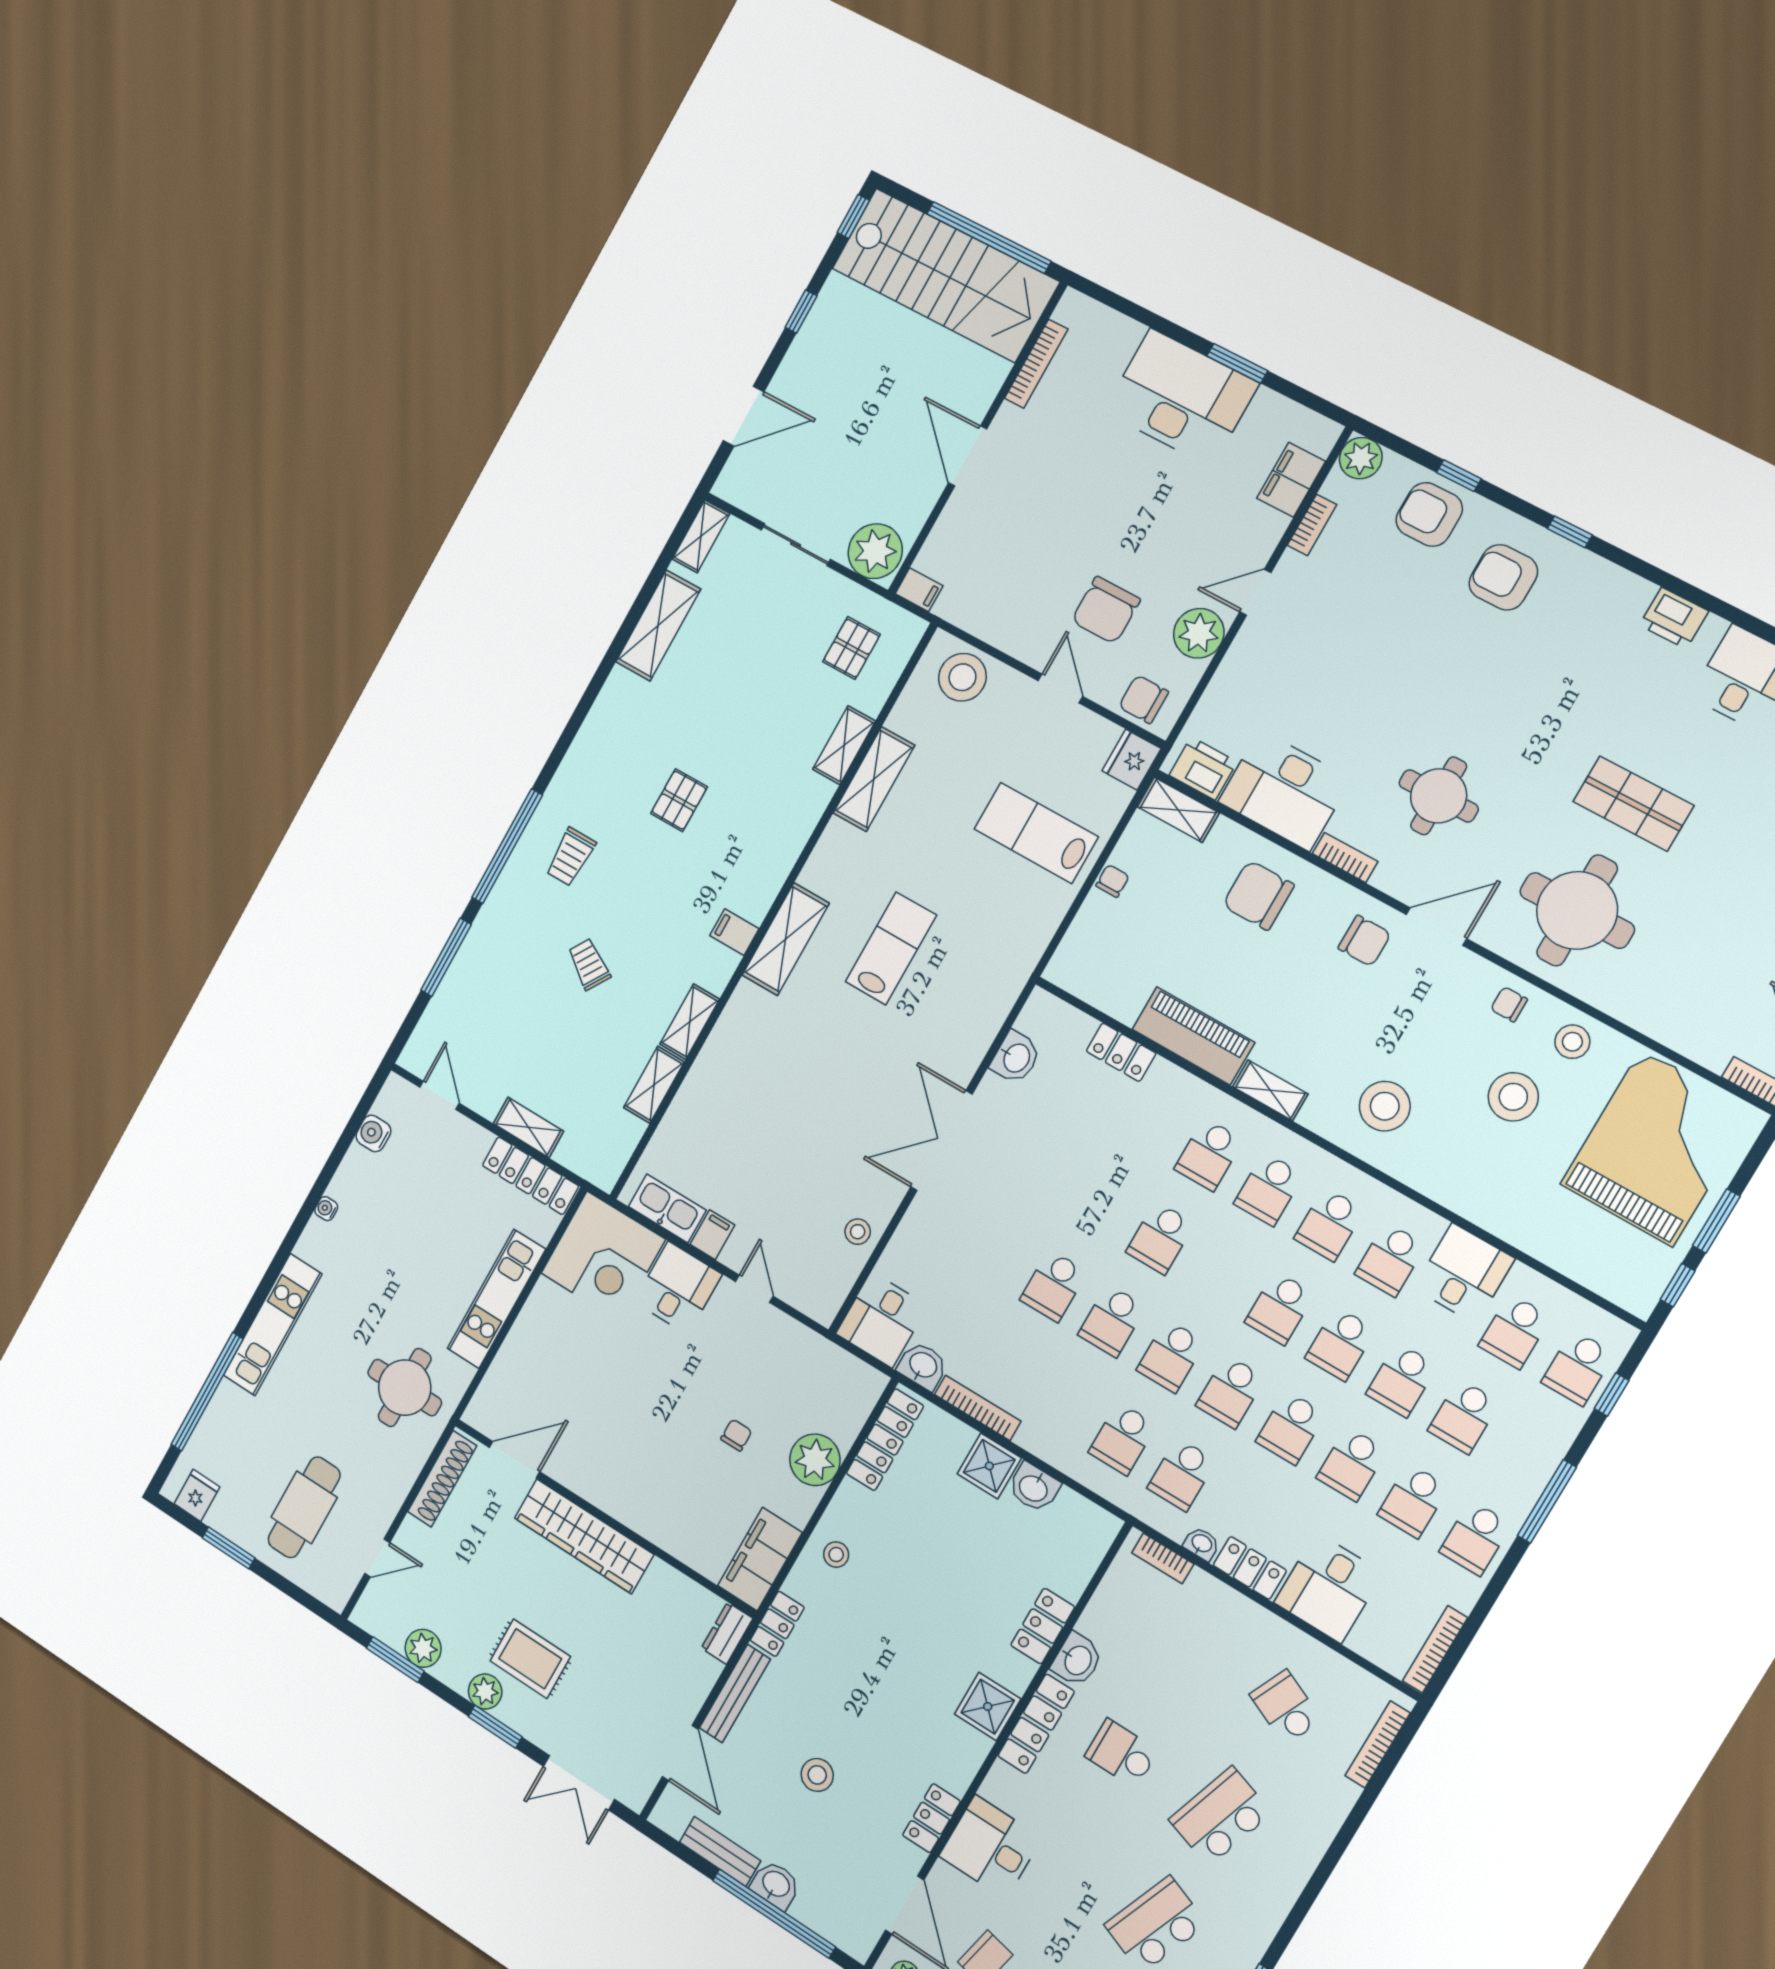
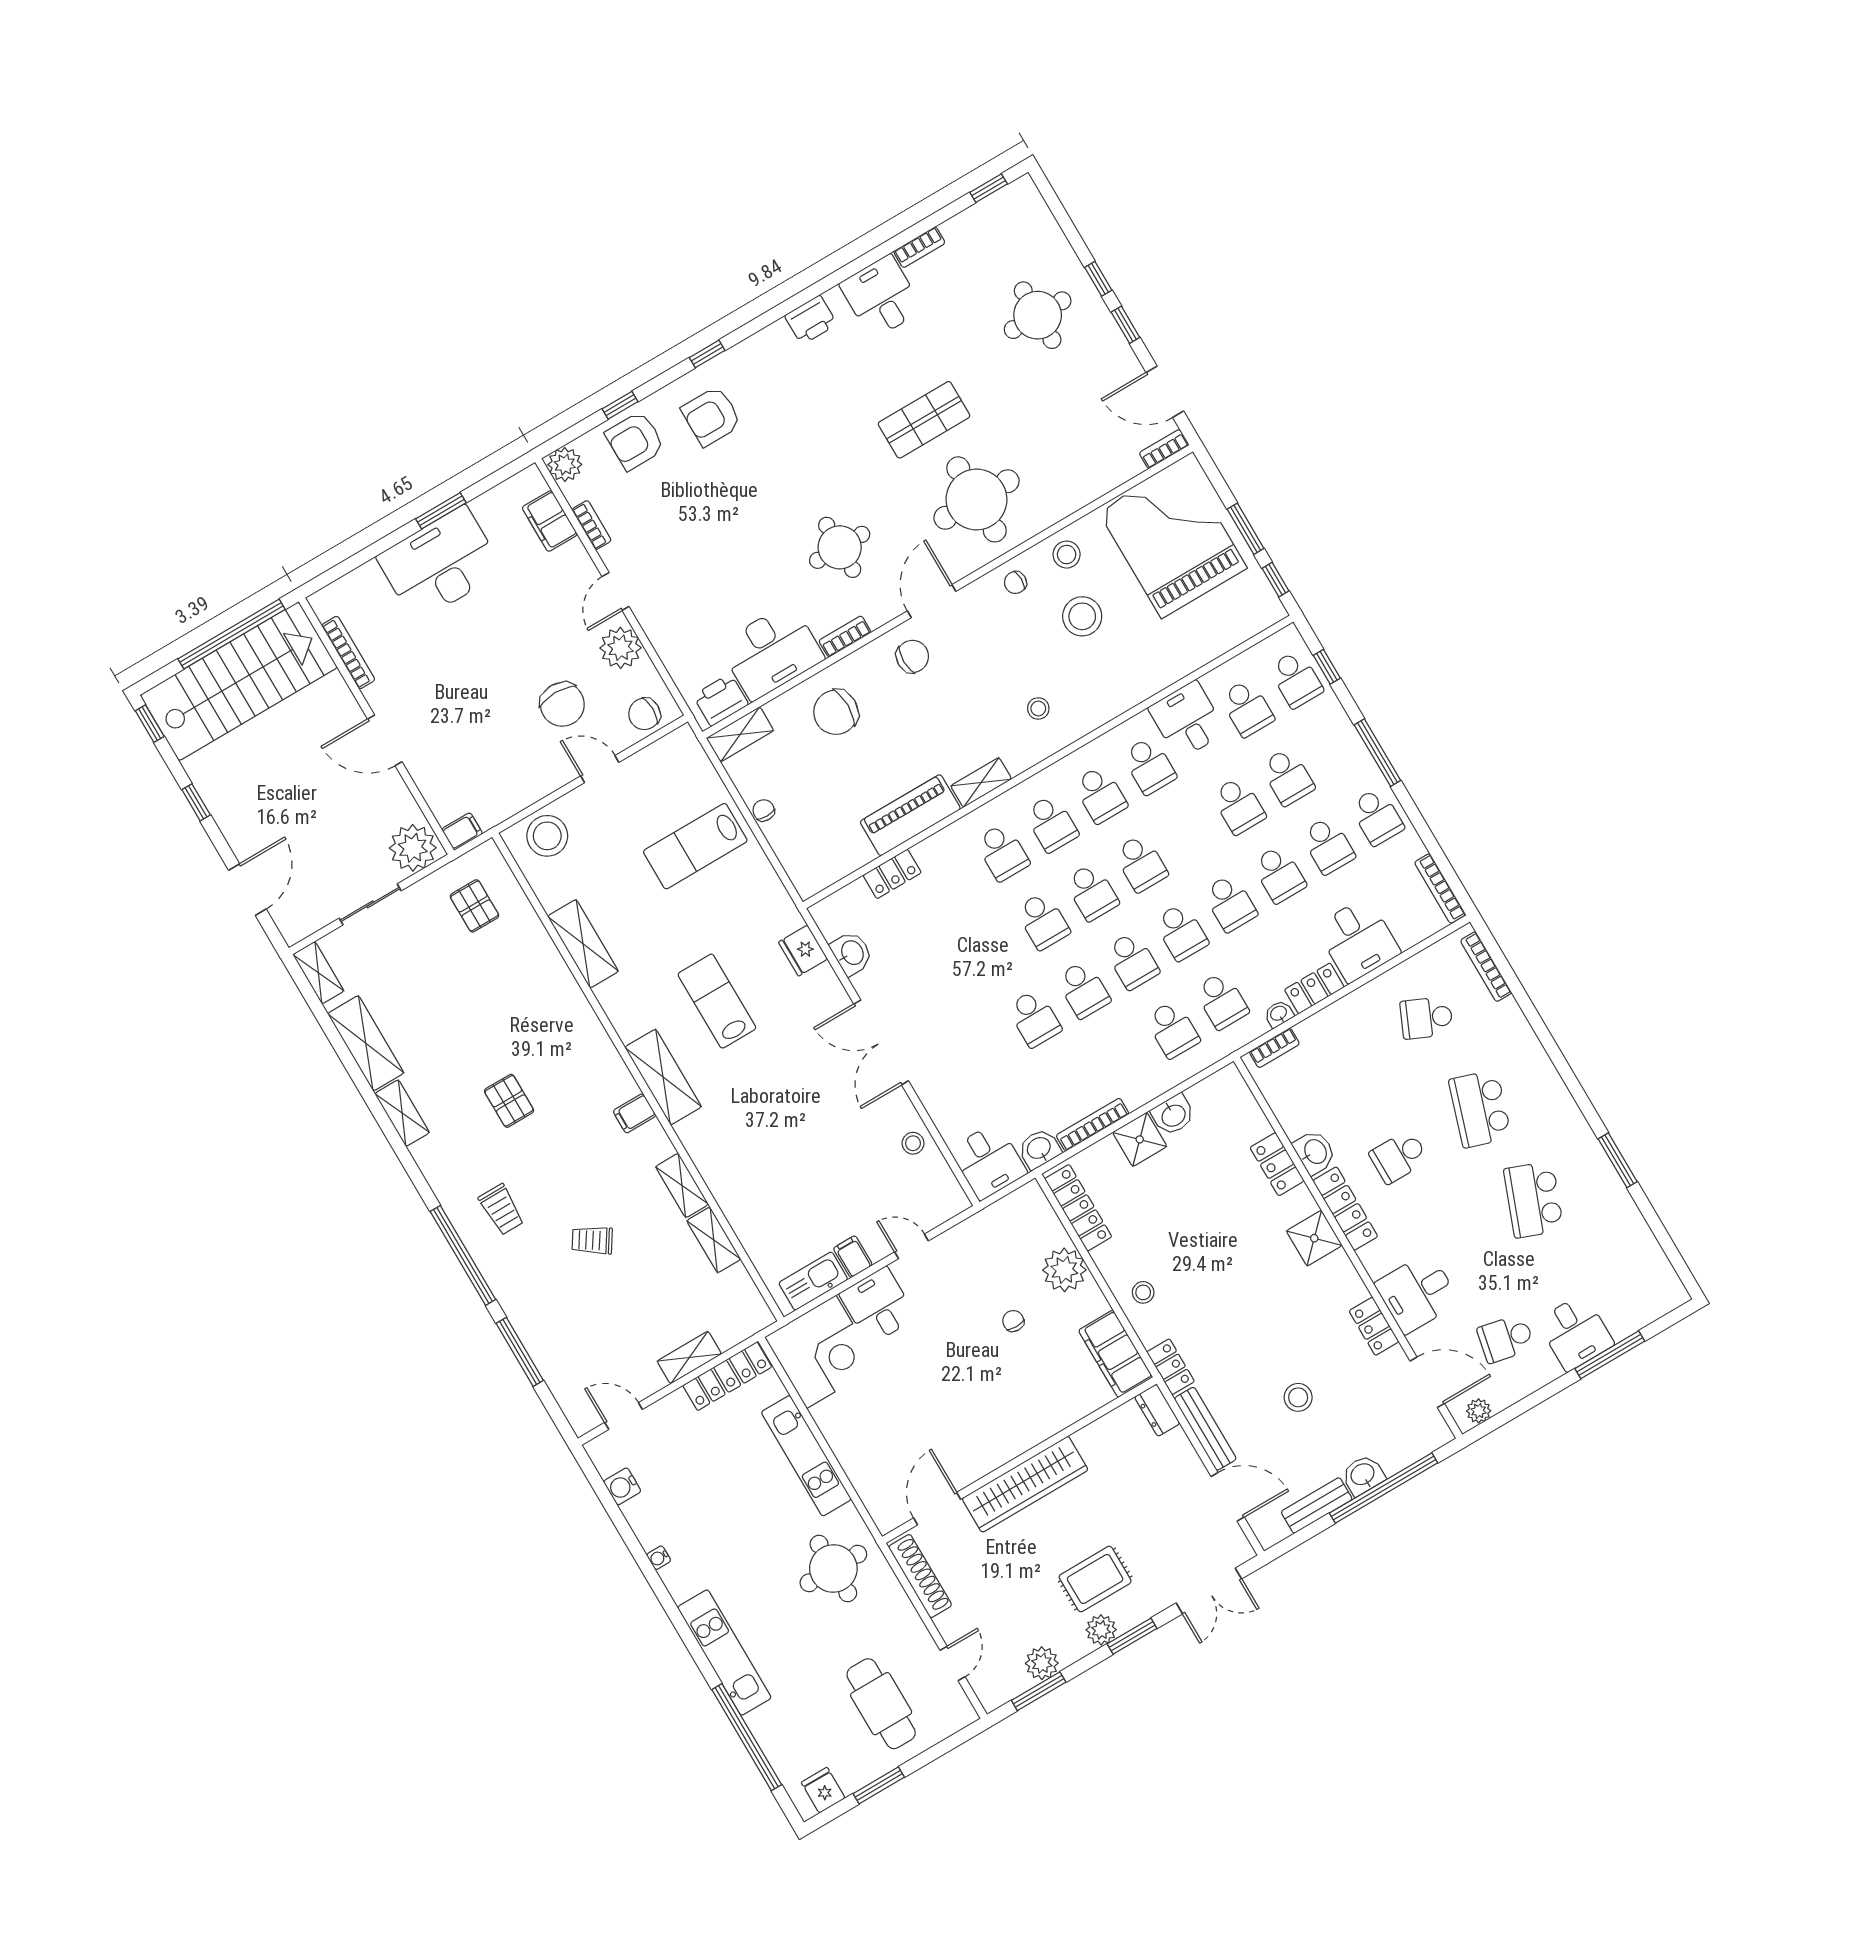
shelving: (844, 745) -> (402, 1113), moved
fridge: (1131, 760) -> (803, 951), moved
stool: (1385, 1106) -> (1038, 708), width x0.53, depth x0.53
school desk: (1340, 1344) -> (1092, 892), moved

